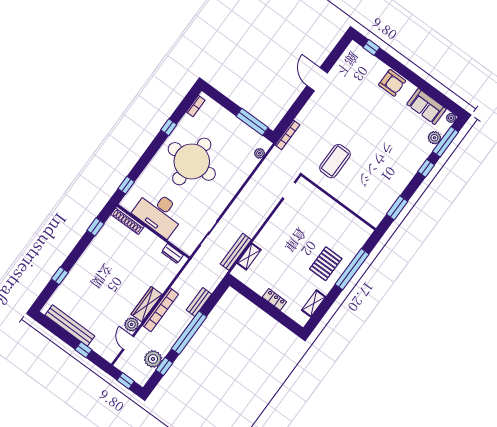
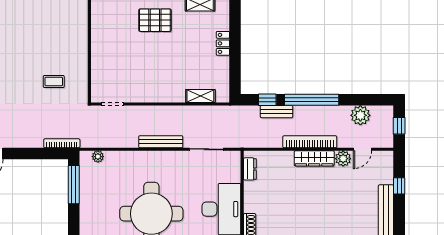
coffee table: (335, 161) -> (54, 81), width x0.54, depth x0.58
bench: (236, 252) -> (161, 142), moved
window: (164, 366) -> (267, 100), moved

